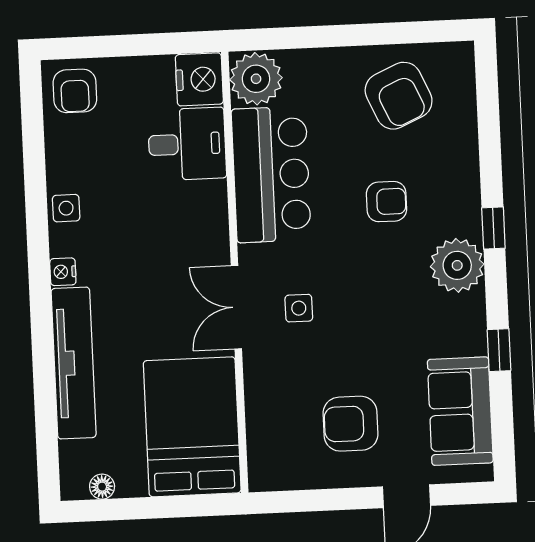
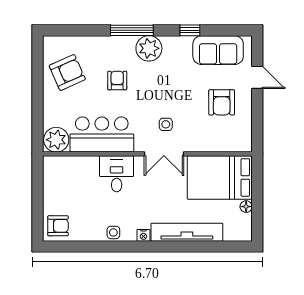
nightstand: (199, 79) -> (55, 167), removed
desk: (187, 144) -> (117, 174), moved
window: (493, 228) -> (132, 30), width x2.17
floor lamp: (102, 487) -> (246, 207), moved

